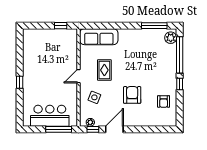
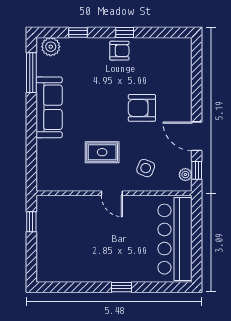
sofa: (99, 37) -> (49, 107), moved
window: (180, 55) -> (78, 33), width x0.32
armchair: (164, 101) -> (119, 51), moved
bar counter: (50, 116) -> (175, 239), width x1.36
window: (59, 129) -> (197, 225), removed

